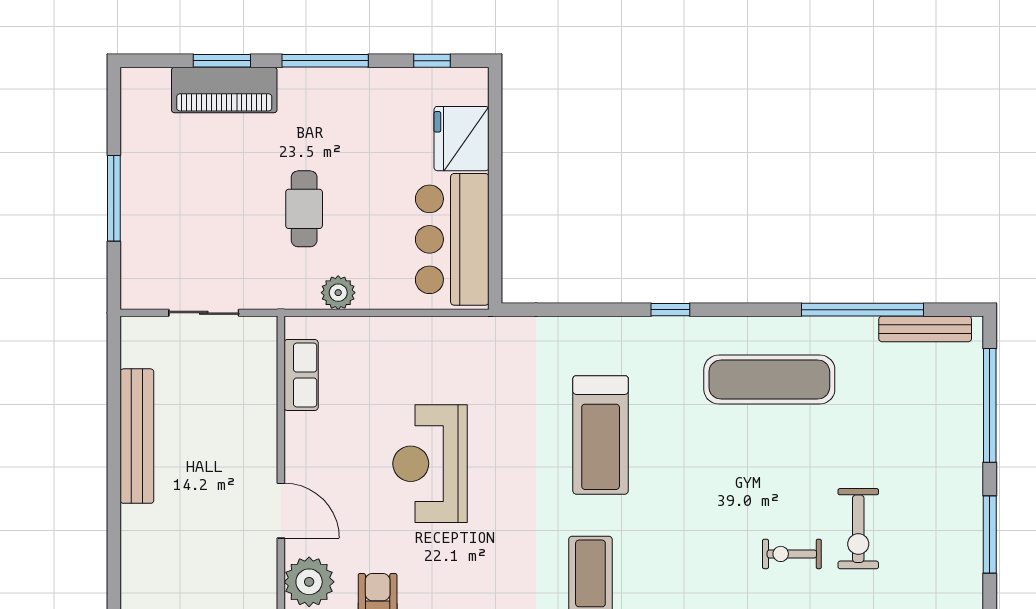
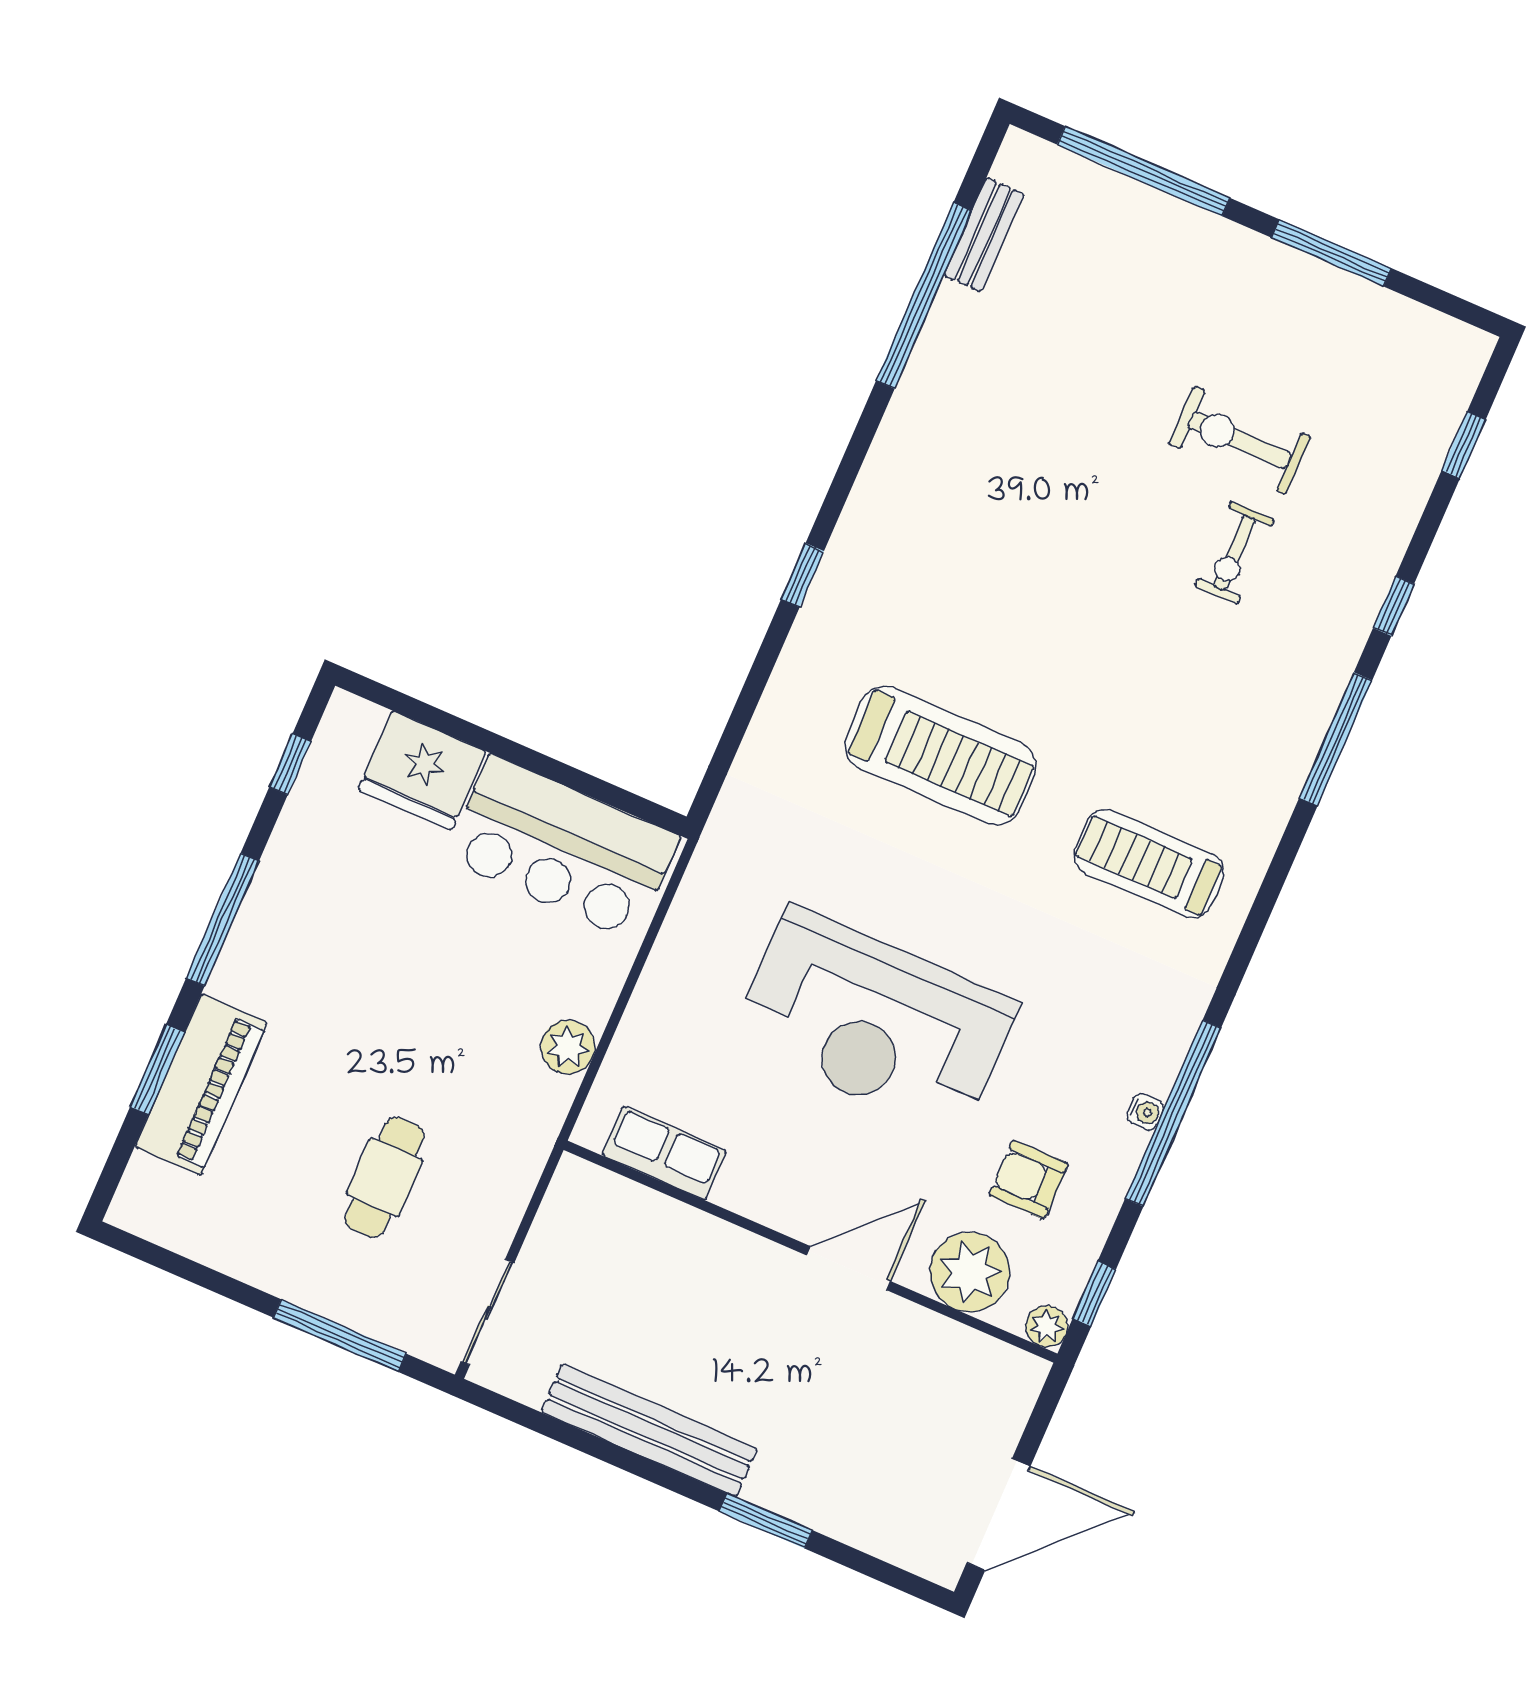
window: (114, 198) -> (340, 1336), moved
cafe table: (304, 209) -> (385, 1177), moved, turned 90
sliding door: (204, 313) -> (488, 1312), moved
bench: (925, 329) -> (984, 235), width x0.73
exercise mat: (769, 379) -> (967, 475), removed
reception desk: (430, 464) -> (875, 1022), width x1.36, depth x1.30
window: (114, 526) -> (766, 1521), added
exercise bike: (858, 529) -> (1240, 440), turned 180

